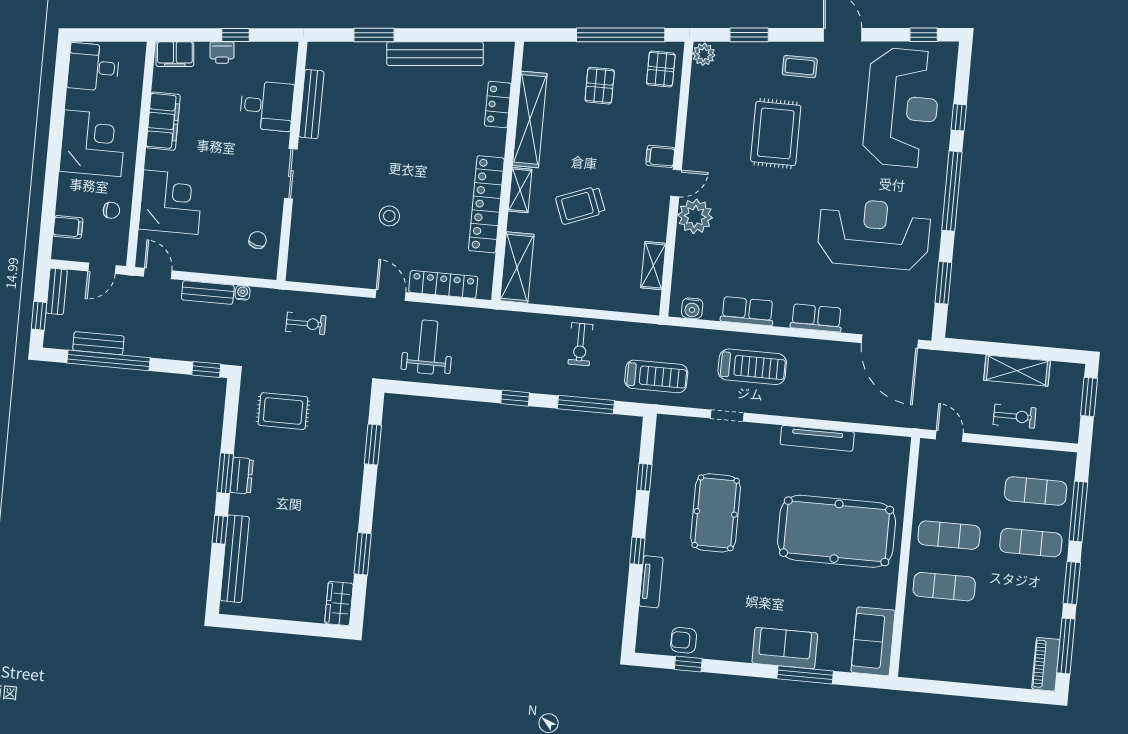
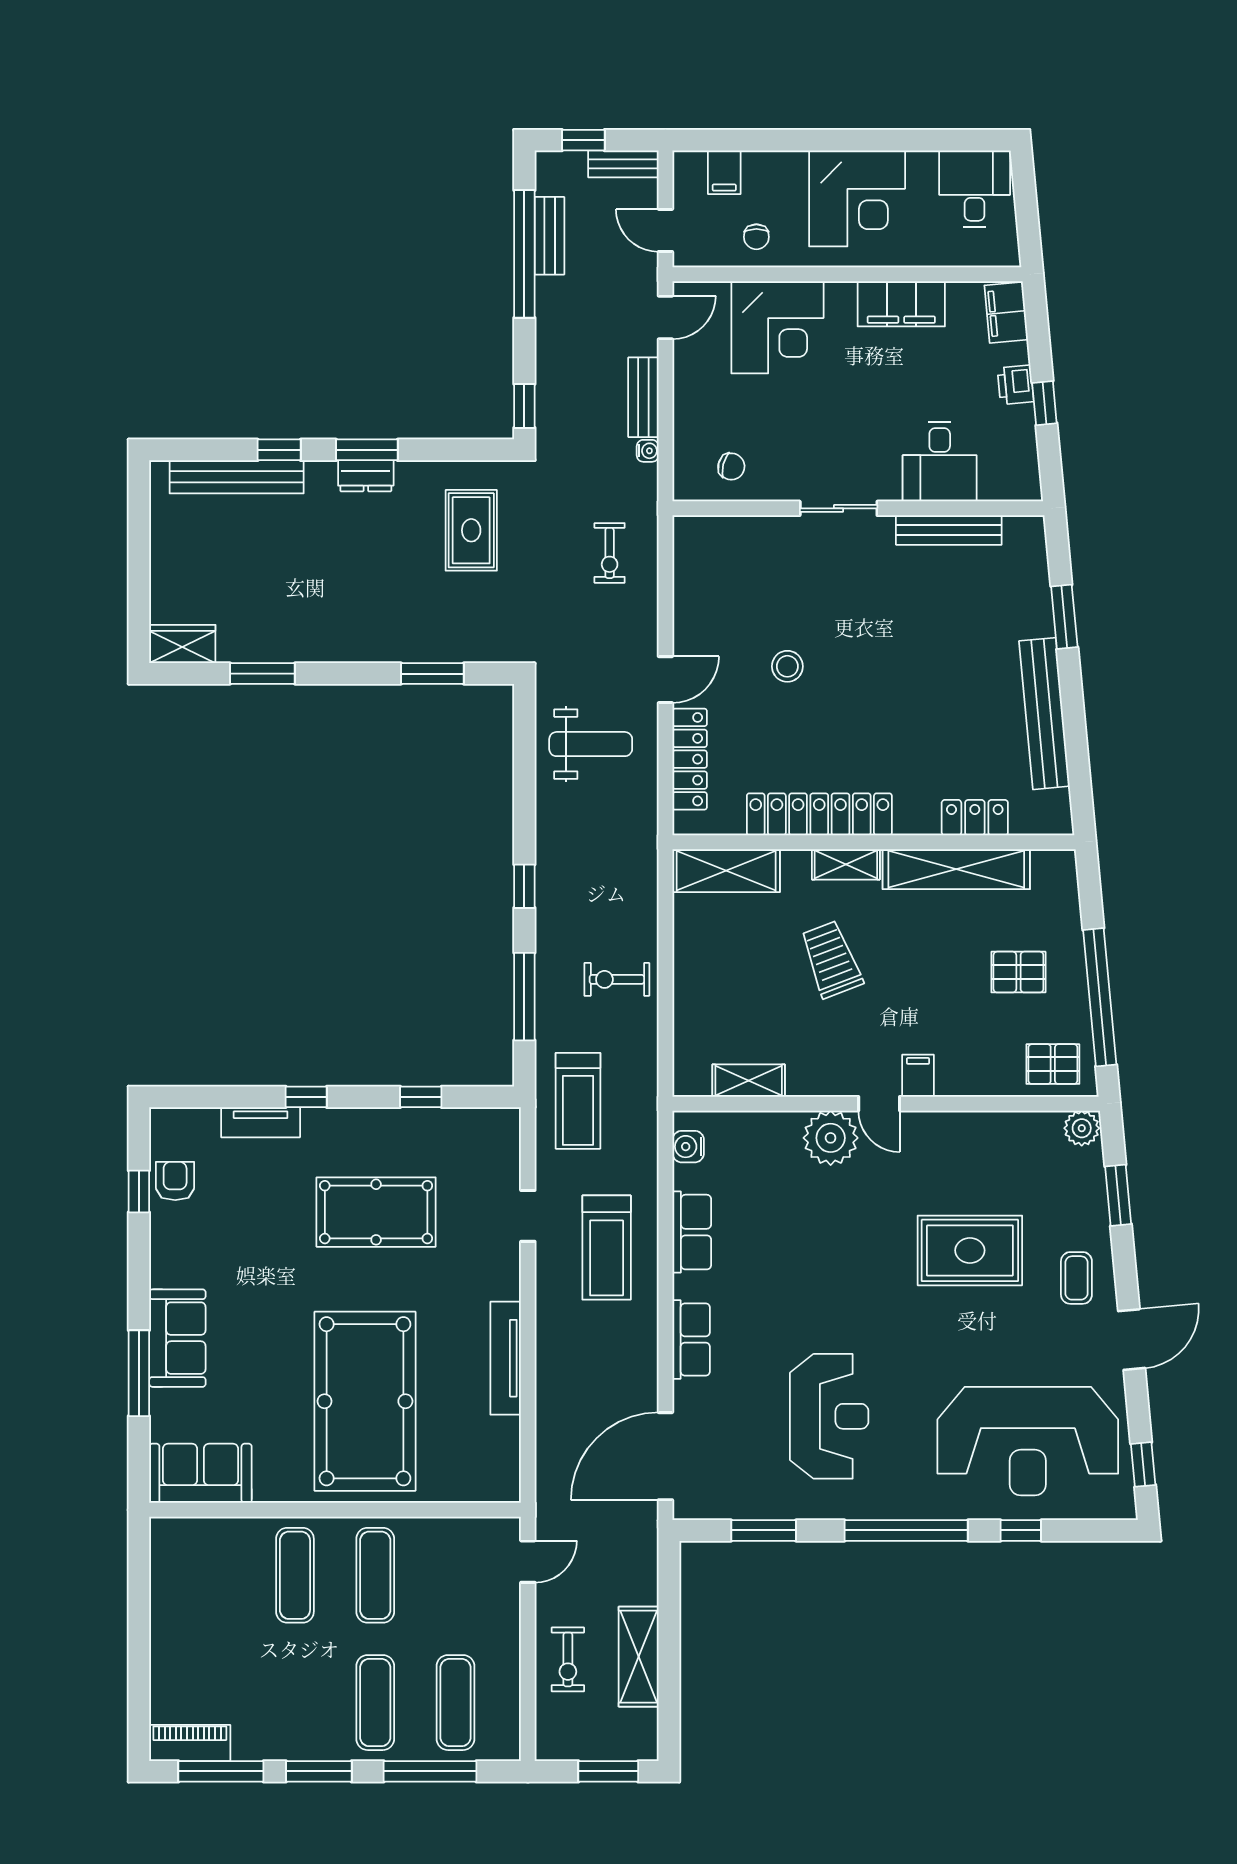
reception desk: (874, 234) -> (829, 1416), width x0.74, depth x0.77

